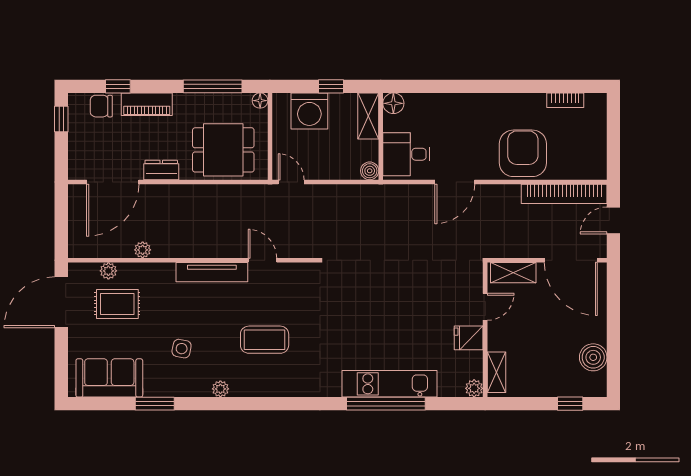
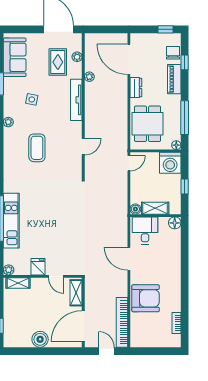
washing machine: (309, 111) -> (170, 163), moved, turned -90
shelving: (368, 116) -> (155, 208), moved
tv unit: (212, 272) -> (76, 100), moved
boiler: (593, 357) -> (40, 339), moved

